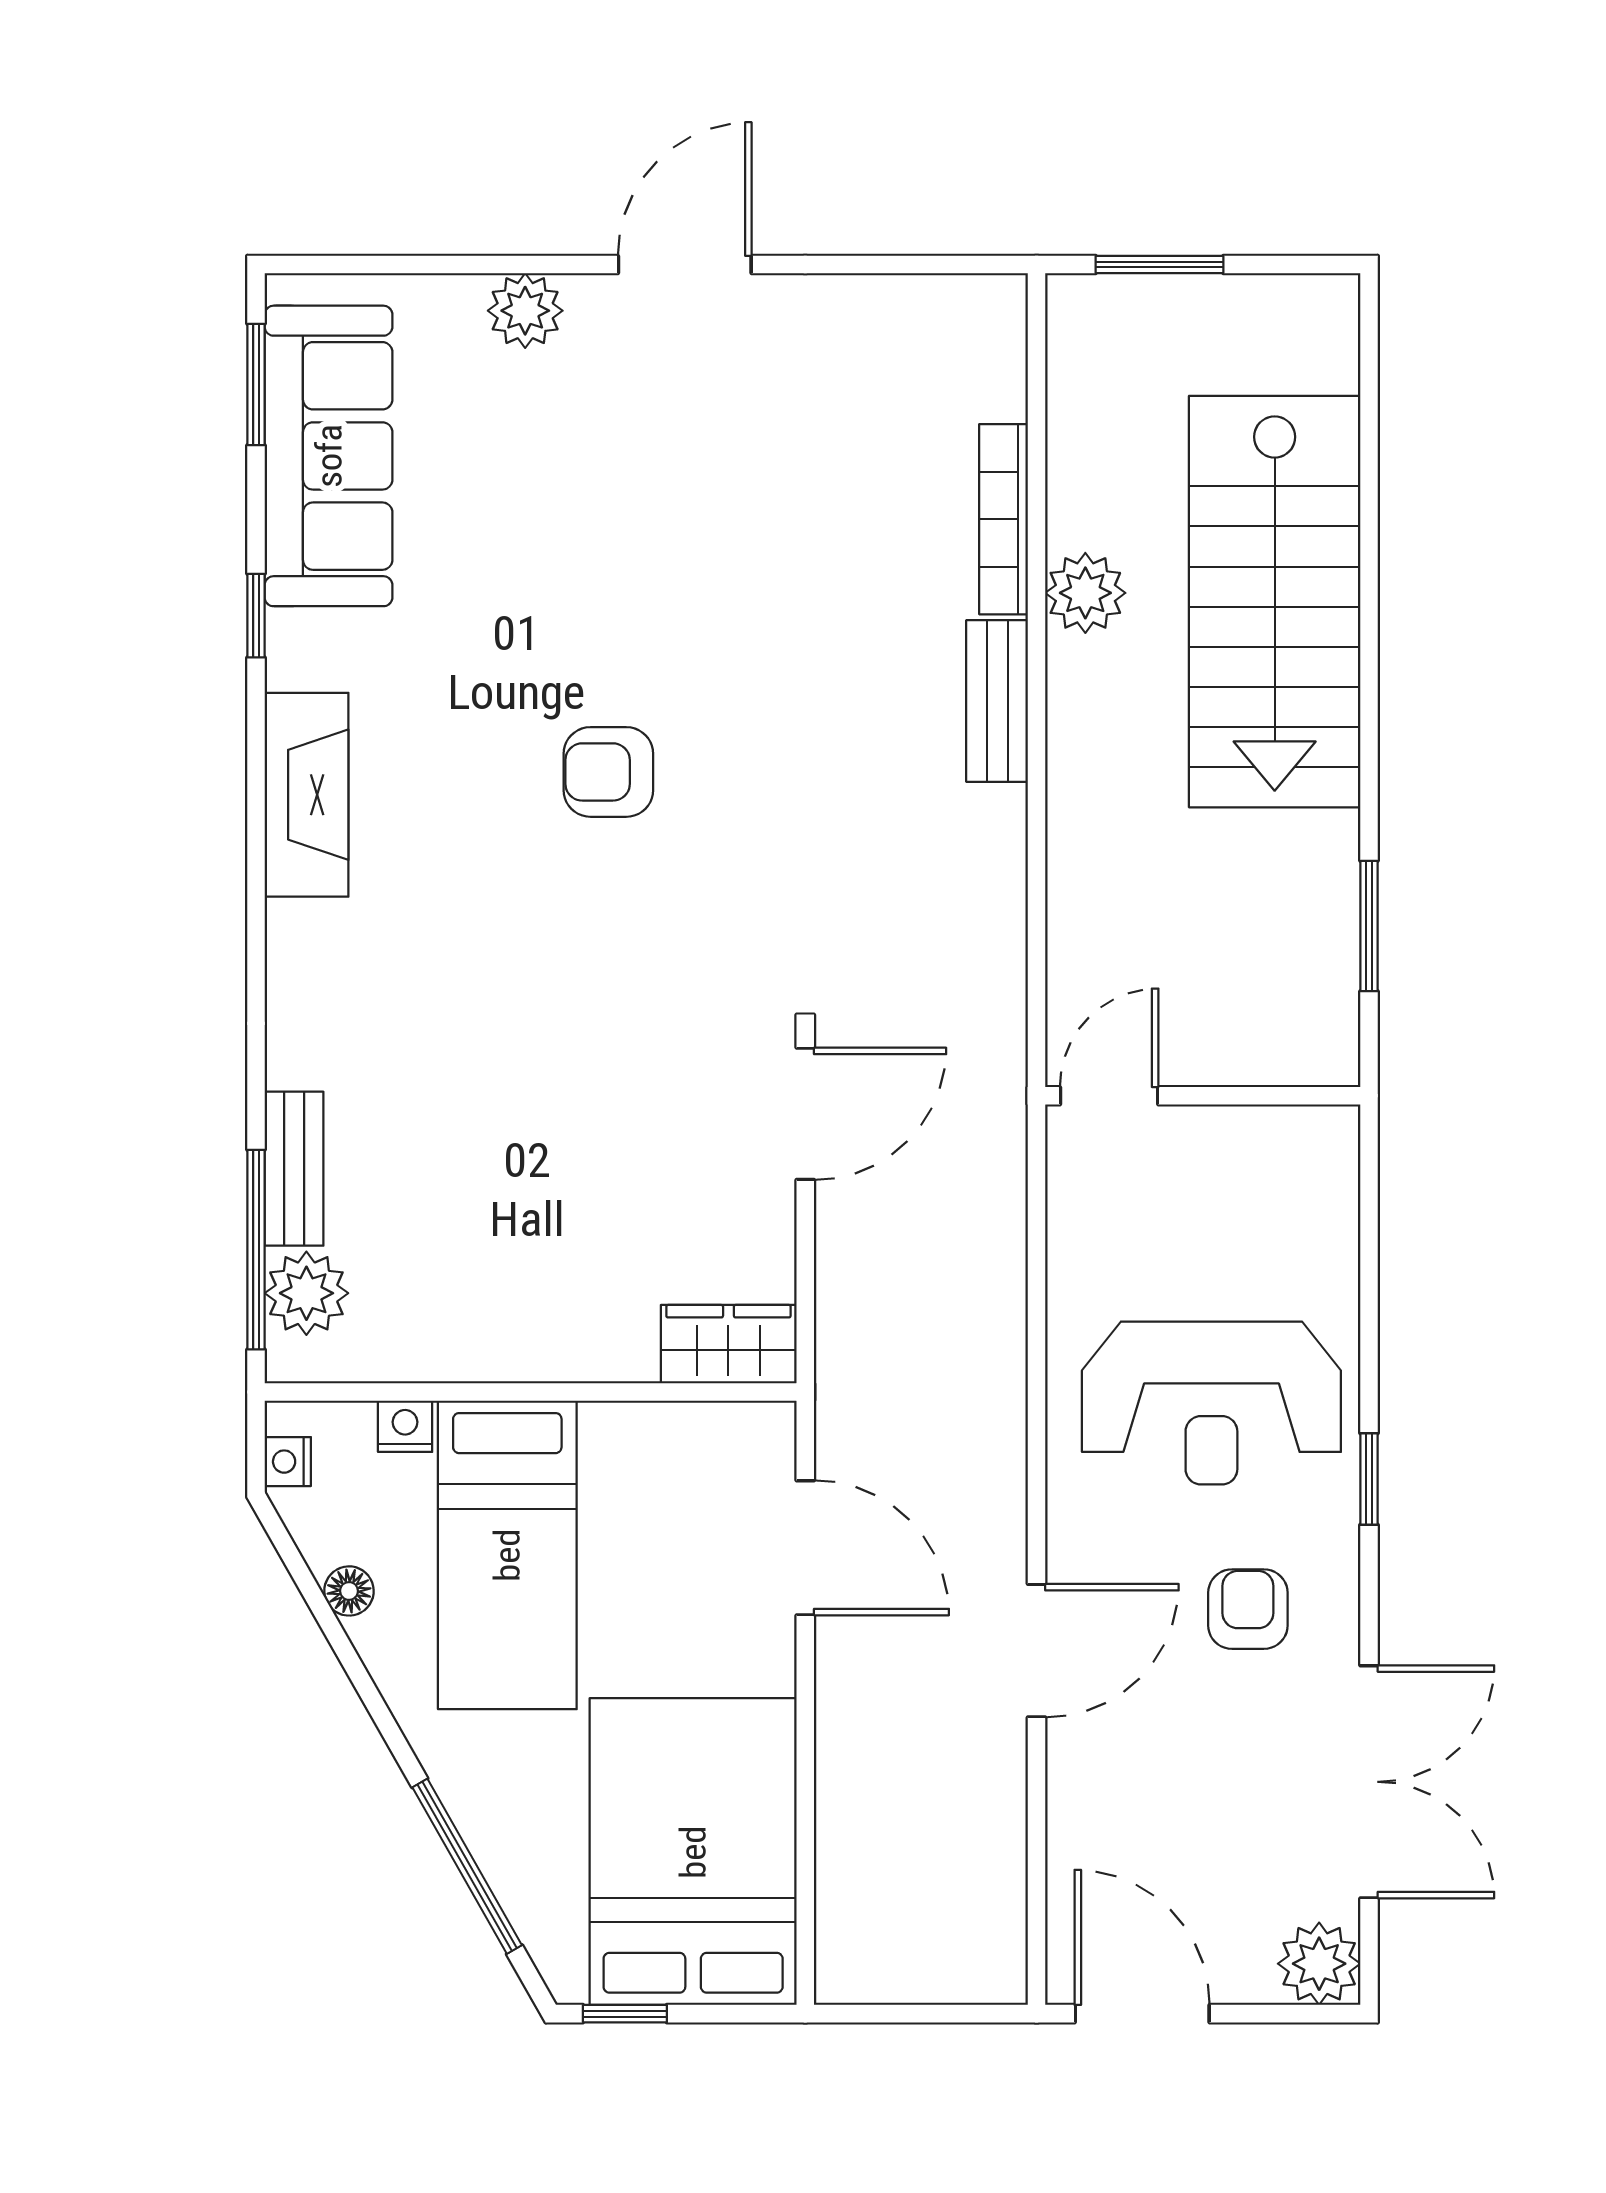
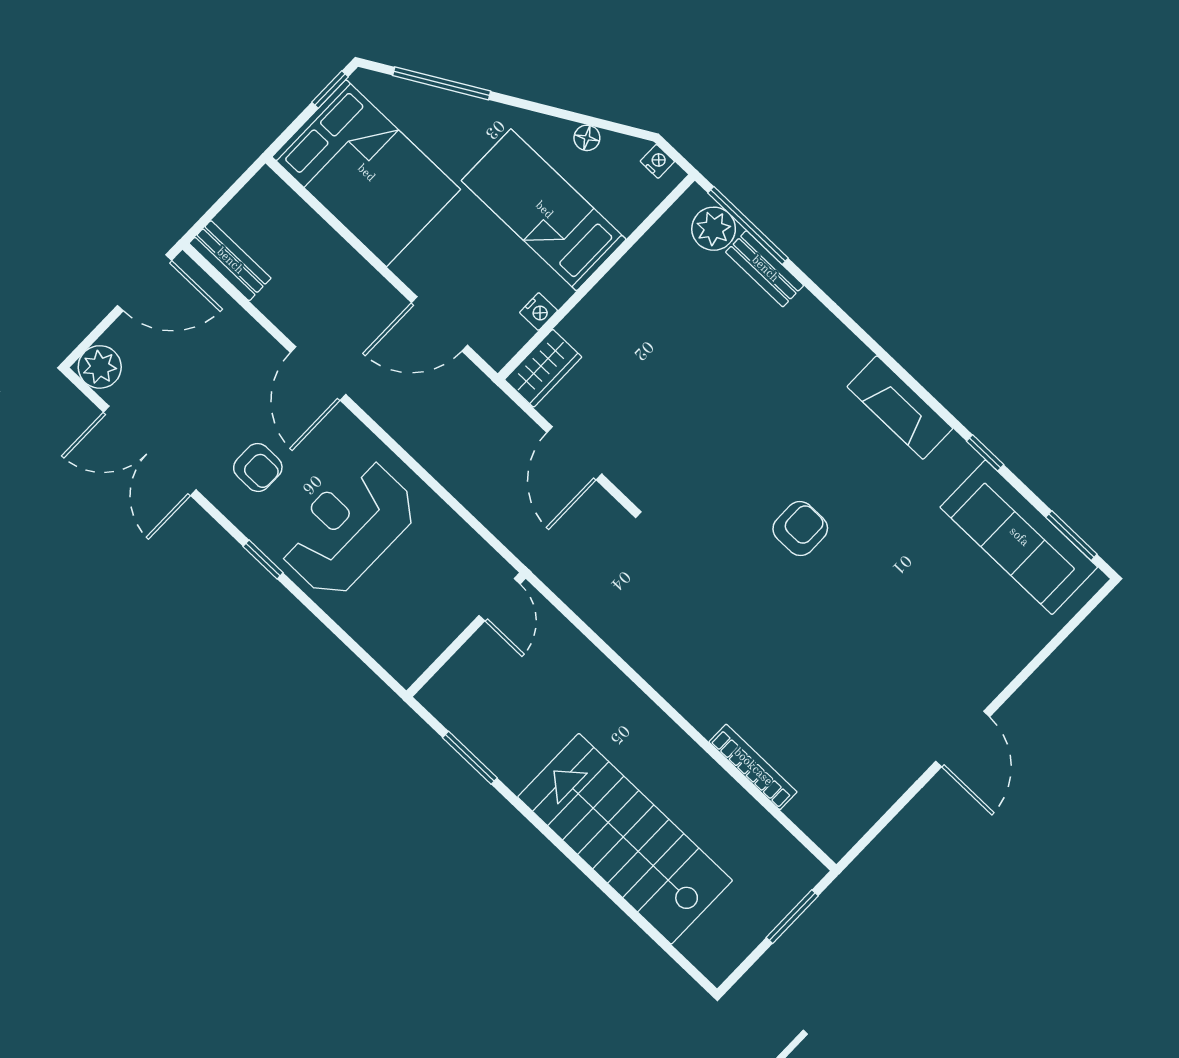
plant: (525, 311) -> (1003, 663), removed
plant: (1085, 593) -> (696, 771), removed
bench: (997, 701) -> (230, 261), moved
door: (805, 1114) -> (574, 453), moved
nightstand: (405, 1426) -> (539, 312), moved

